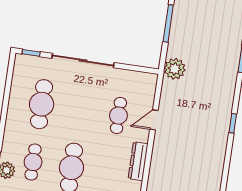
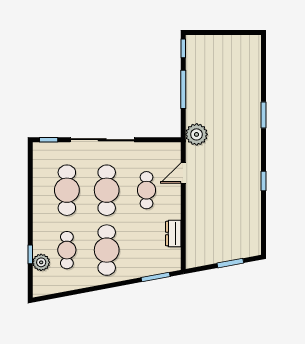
cafe table: (80, 110) -> (107, 190), added
door: (154, 120) -> (183, 173), moved
dresser: (138, 161) -> (173, 234), width x0.70

